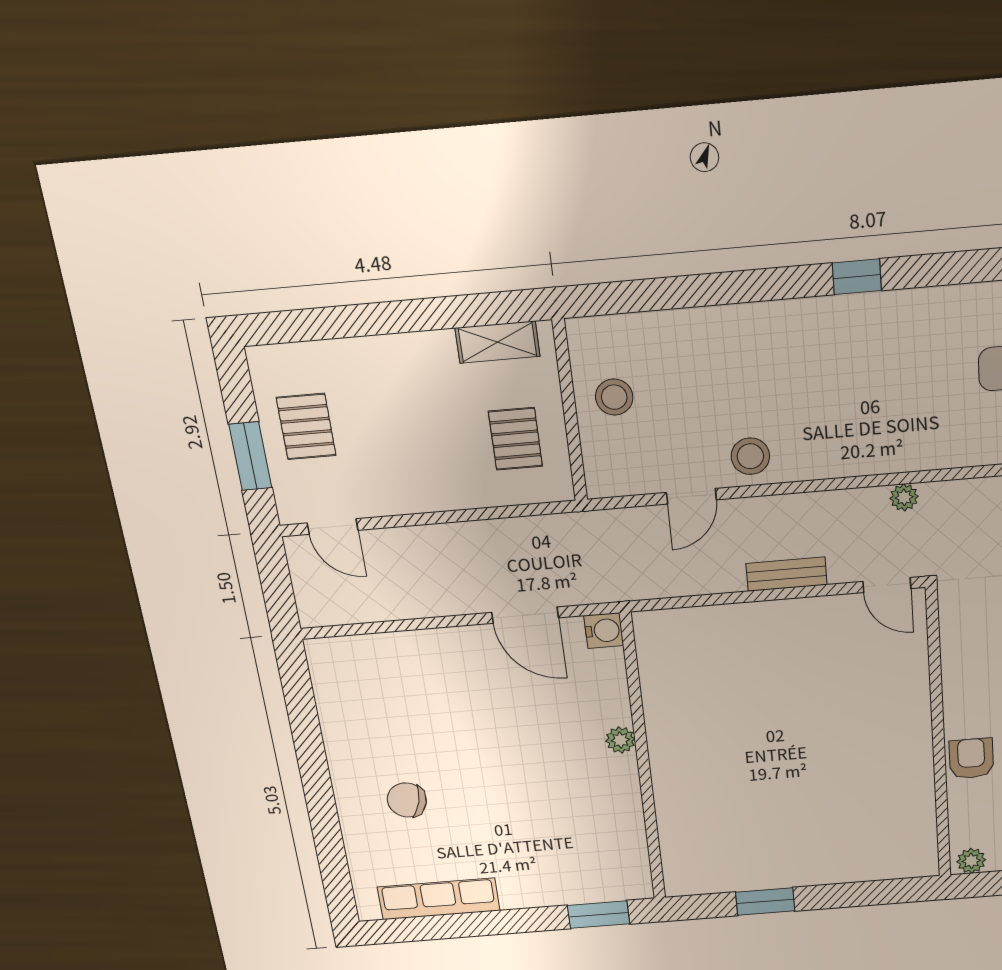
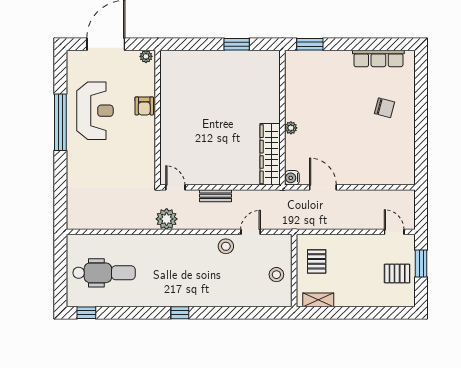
pallet: (306, 427) -> (397, 273), turned 90
plant: (904, 497) -> (167, 219), width x1.88, depth x1.88
wardrobe: (663, 679) -> (270, 154), added

